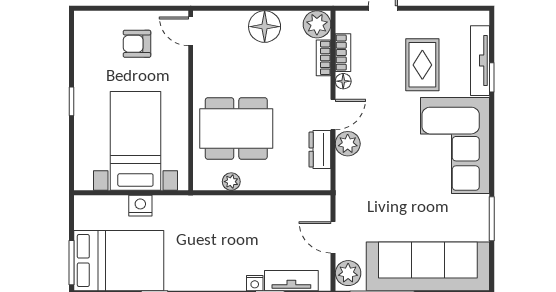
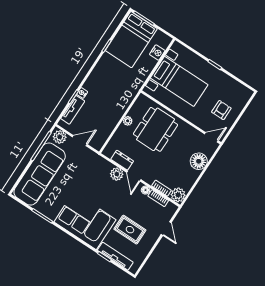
floor lamp: (265, 27) -> (199, 161), moved
plant: (231, 182) -> (128, 121), moved
nightstand: (140, 206) -> (157, 53), moved

